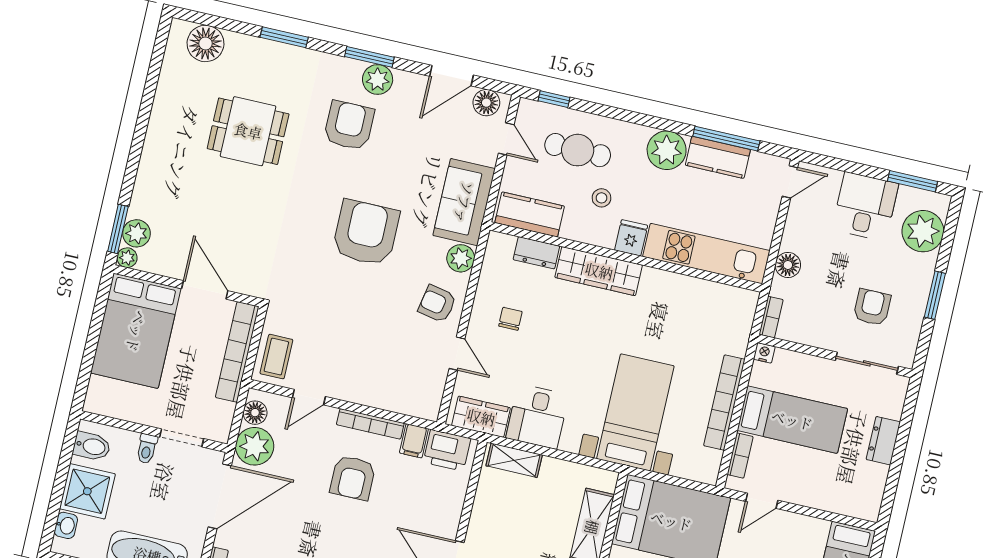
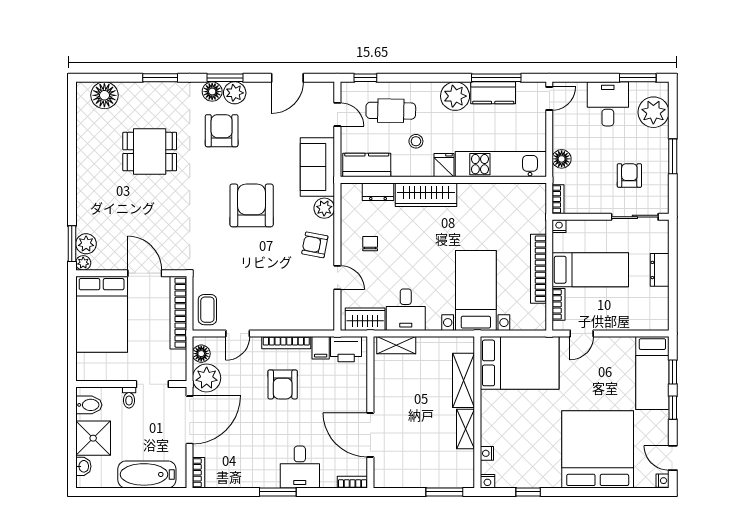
floor lamp: (486, 103) -> (212, 92), moved

